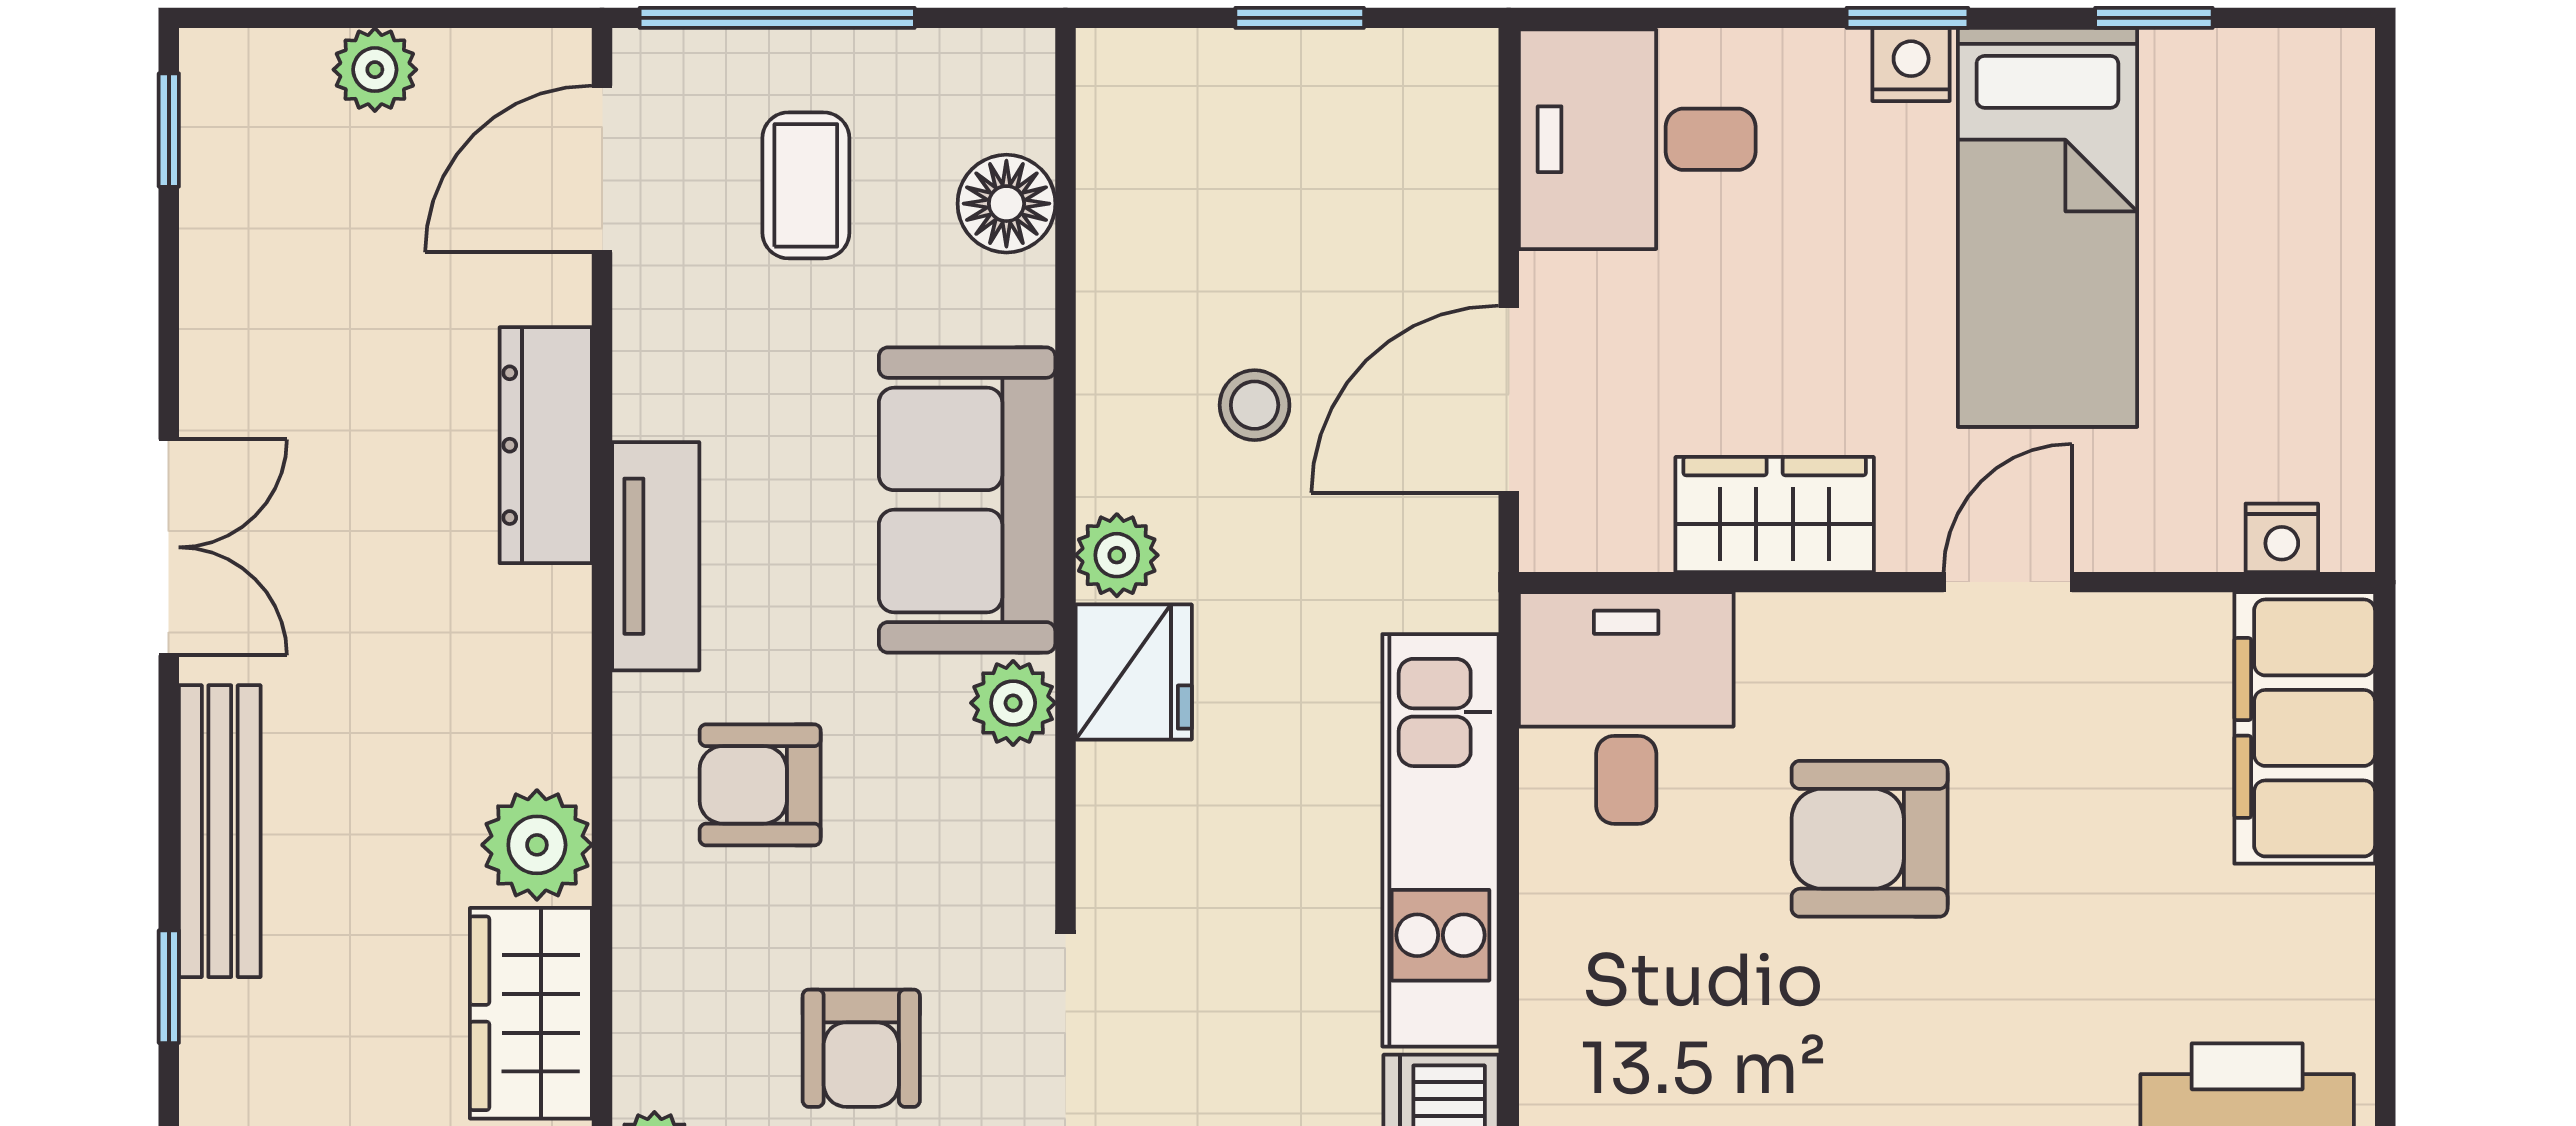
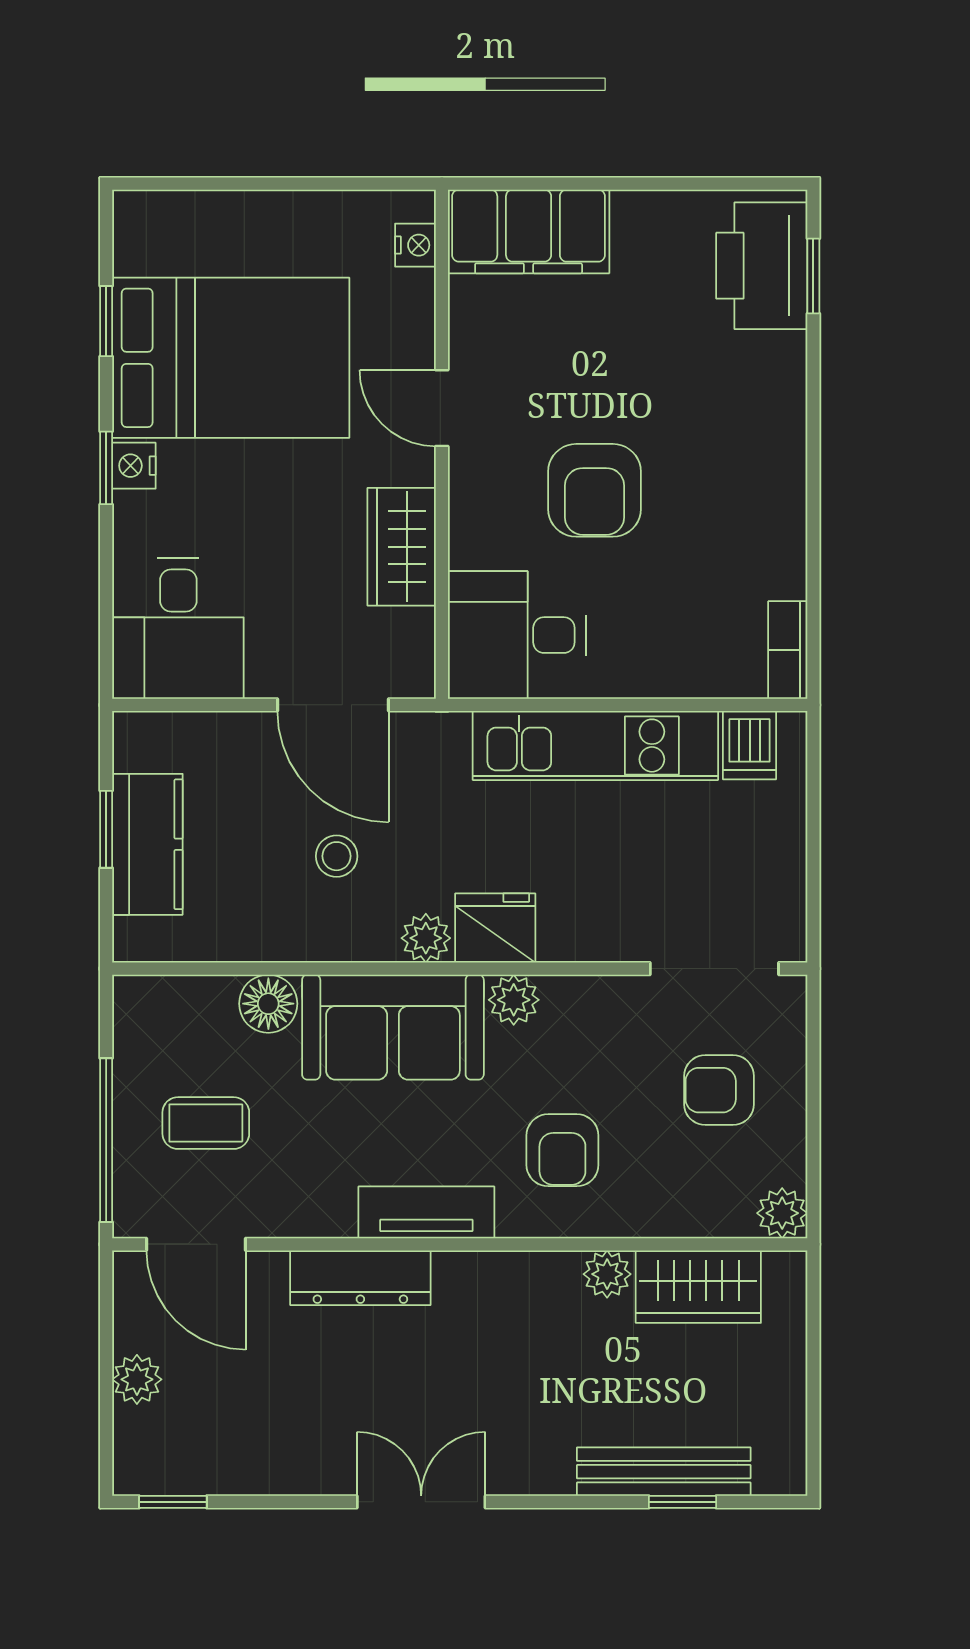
kitchen counter: (1274, 87) -> (147, 844), added
floor lamp: (1006, 204) -> (268, 1004), moved
bed: (2047, 227) -> (231, 358), width x1.50
bench: (220, 831) -> (664, 1472), moved
plant: (537, 845) -> (607, 1274), width x0.73, depth x0.73
armchair: (861, 1048) -> (719, 1090), turned 180

